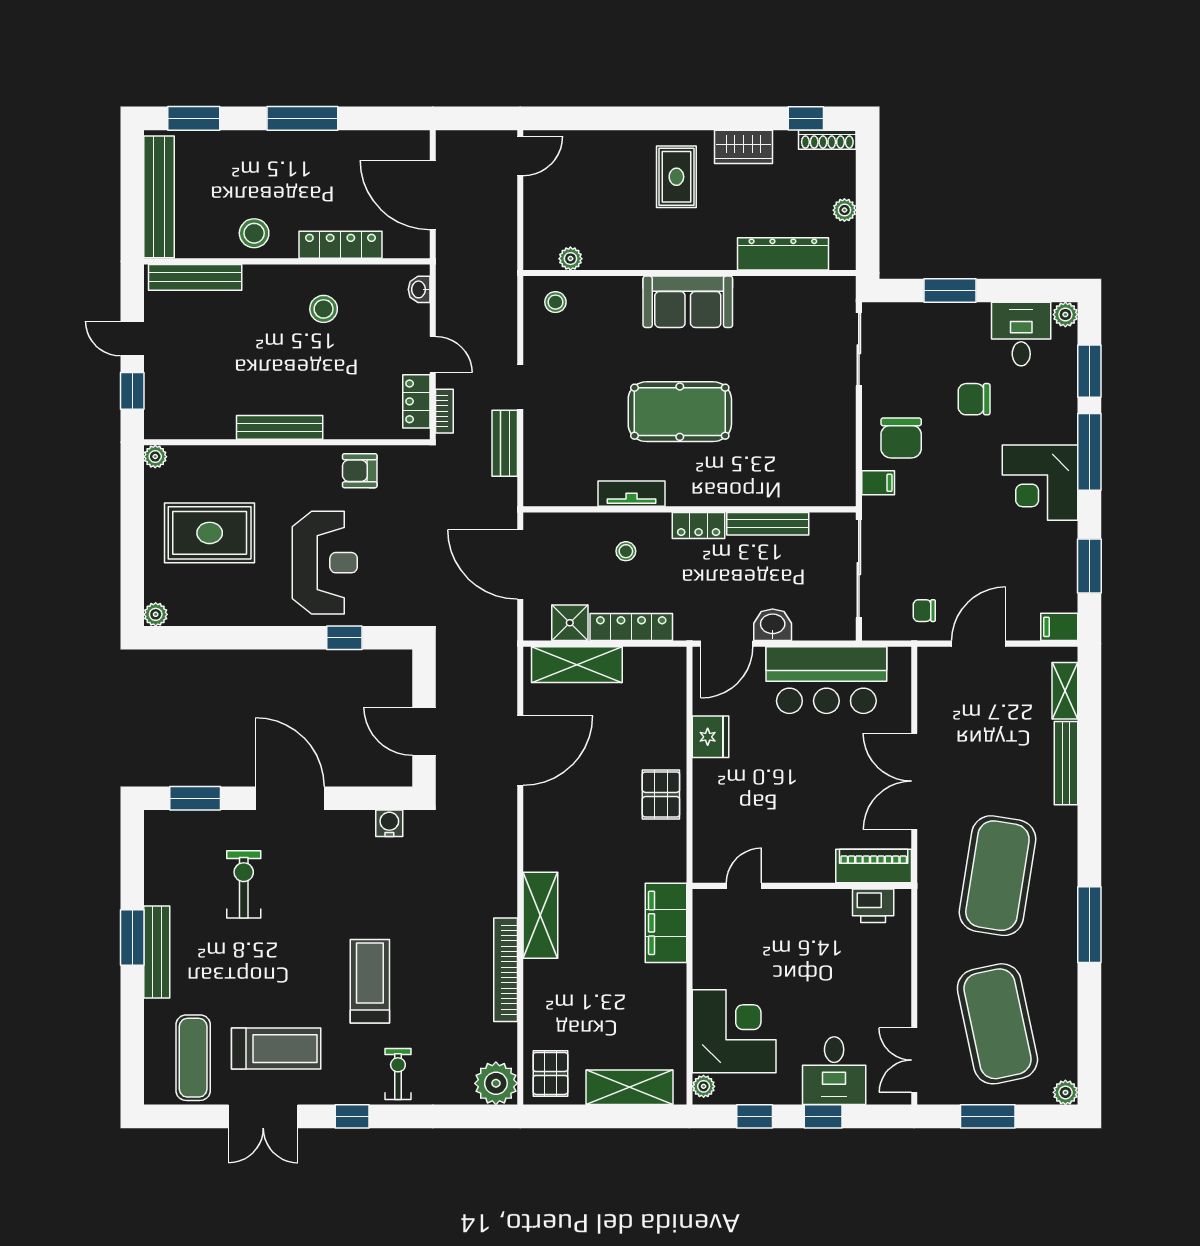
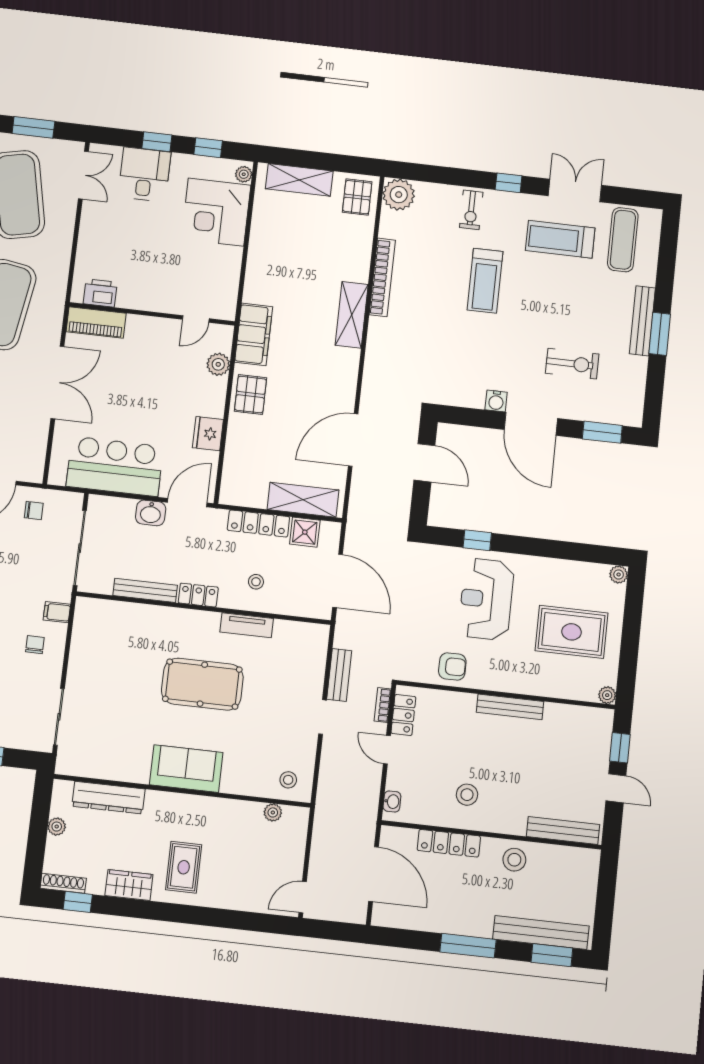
bench: (159, 197) -> (541, 932), moved, turned 90
chair: (901, 438) -> (35, 645), width x0.54, depth x0.54
water cooler: (389, 823) -> (496, 401), moved
plant: (708, 829) -> (218, 364), added
exercise bike: (244, 884) -> (572, 364), turned -90
filing cabinet: (666, 923) -> (254, 334), moved

